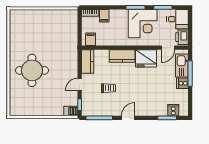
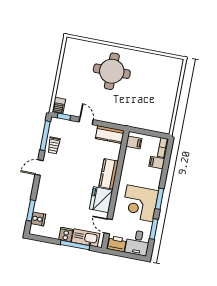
trolley: (109, 88) -> (54, 145), moved
door: (128, 118) -> (39, 168), swing flipped

